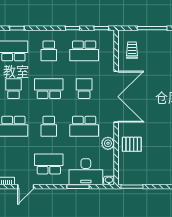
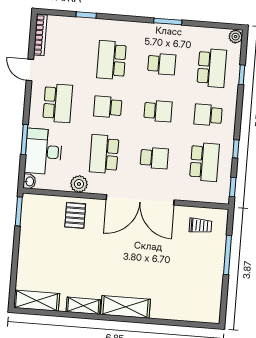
school desk: (84, 51) -> (204, 162), turned 180
school desk: (49, 89) -> (158, 111), width x0.54

